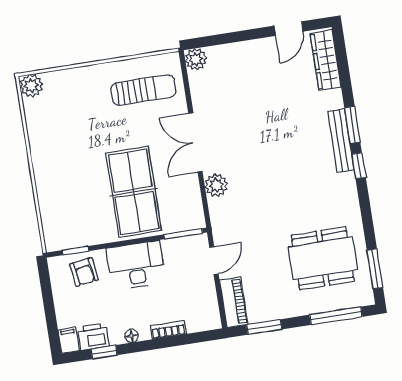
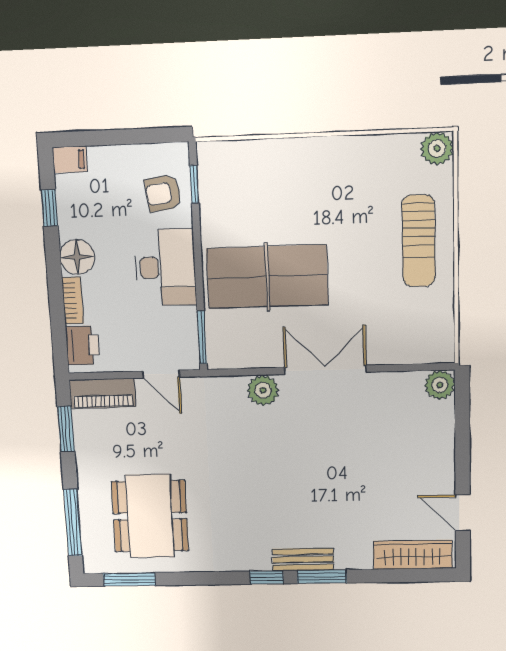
sun lounger: (143, 90) -> (419, 241), moved
bench: (341, 140) -> (303, 559), width x0.73
floor lamp: (132, 336) -> (77, 257), width x1.89, depth x1.89
printer: (93, 337) -> (83, 345), moved

